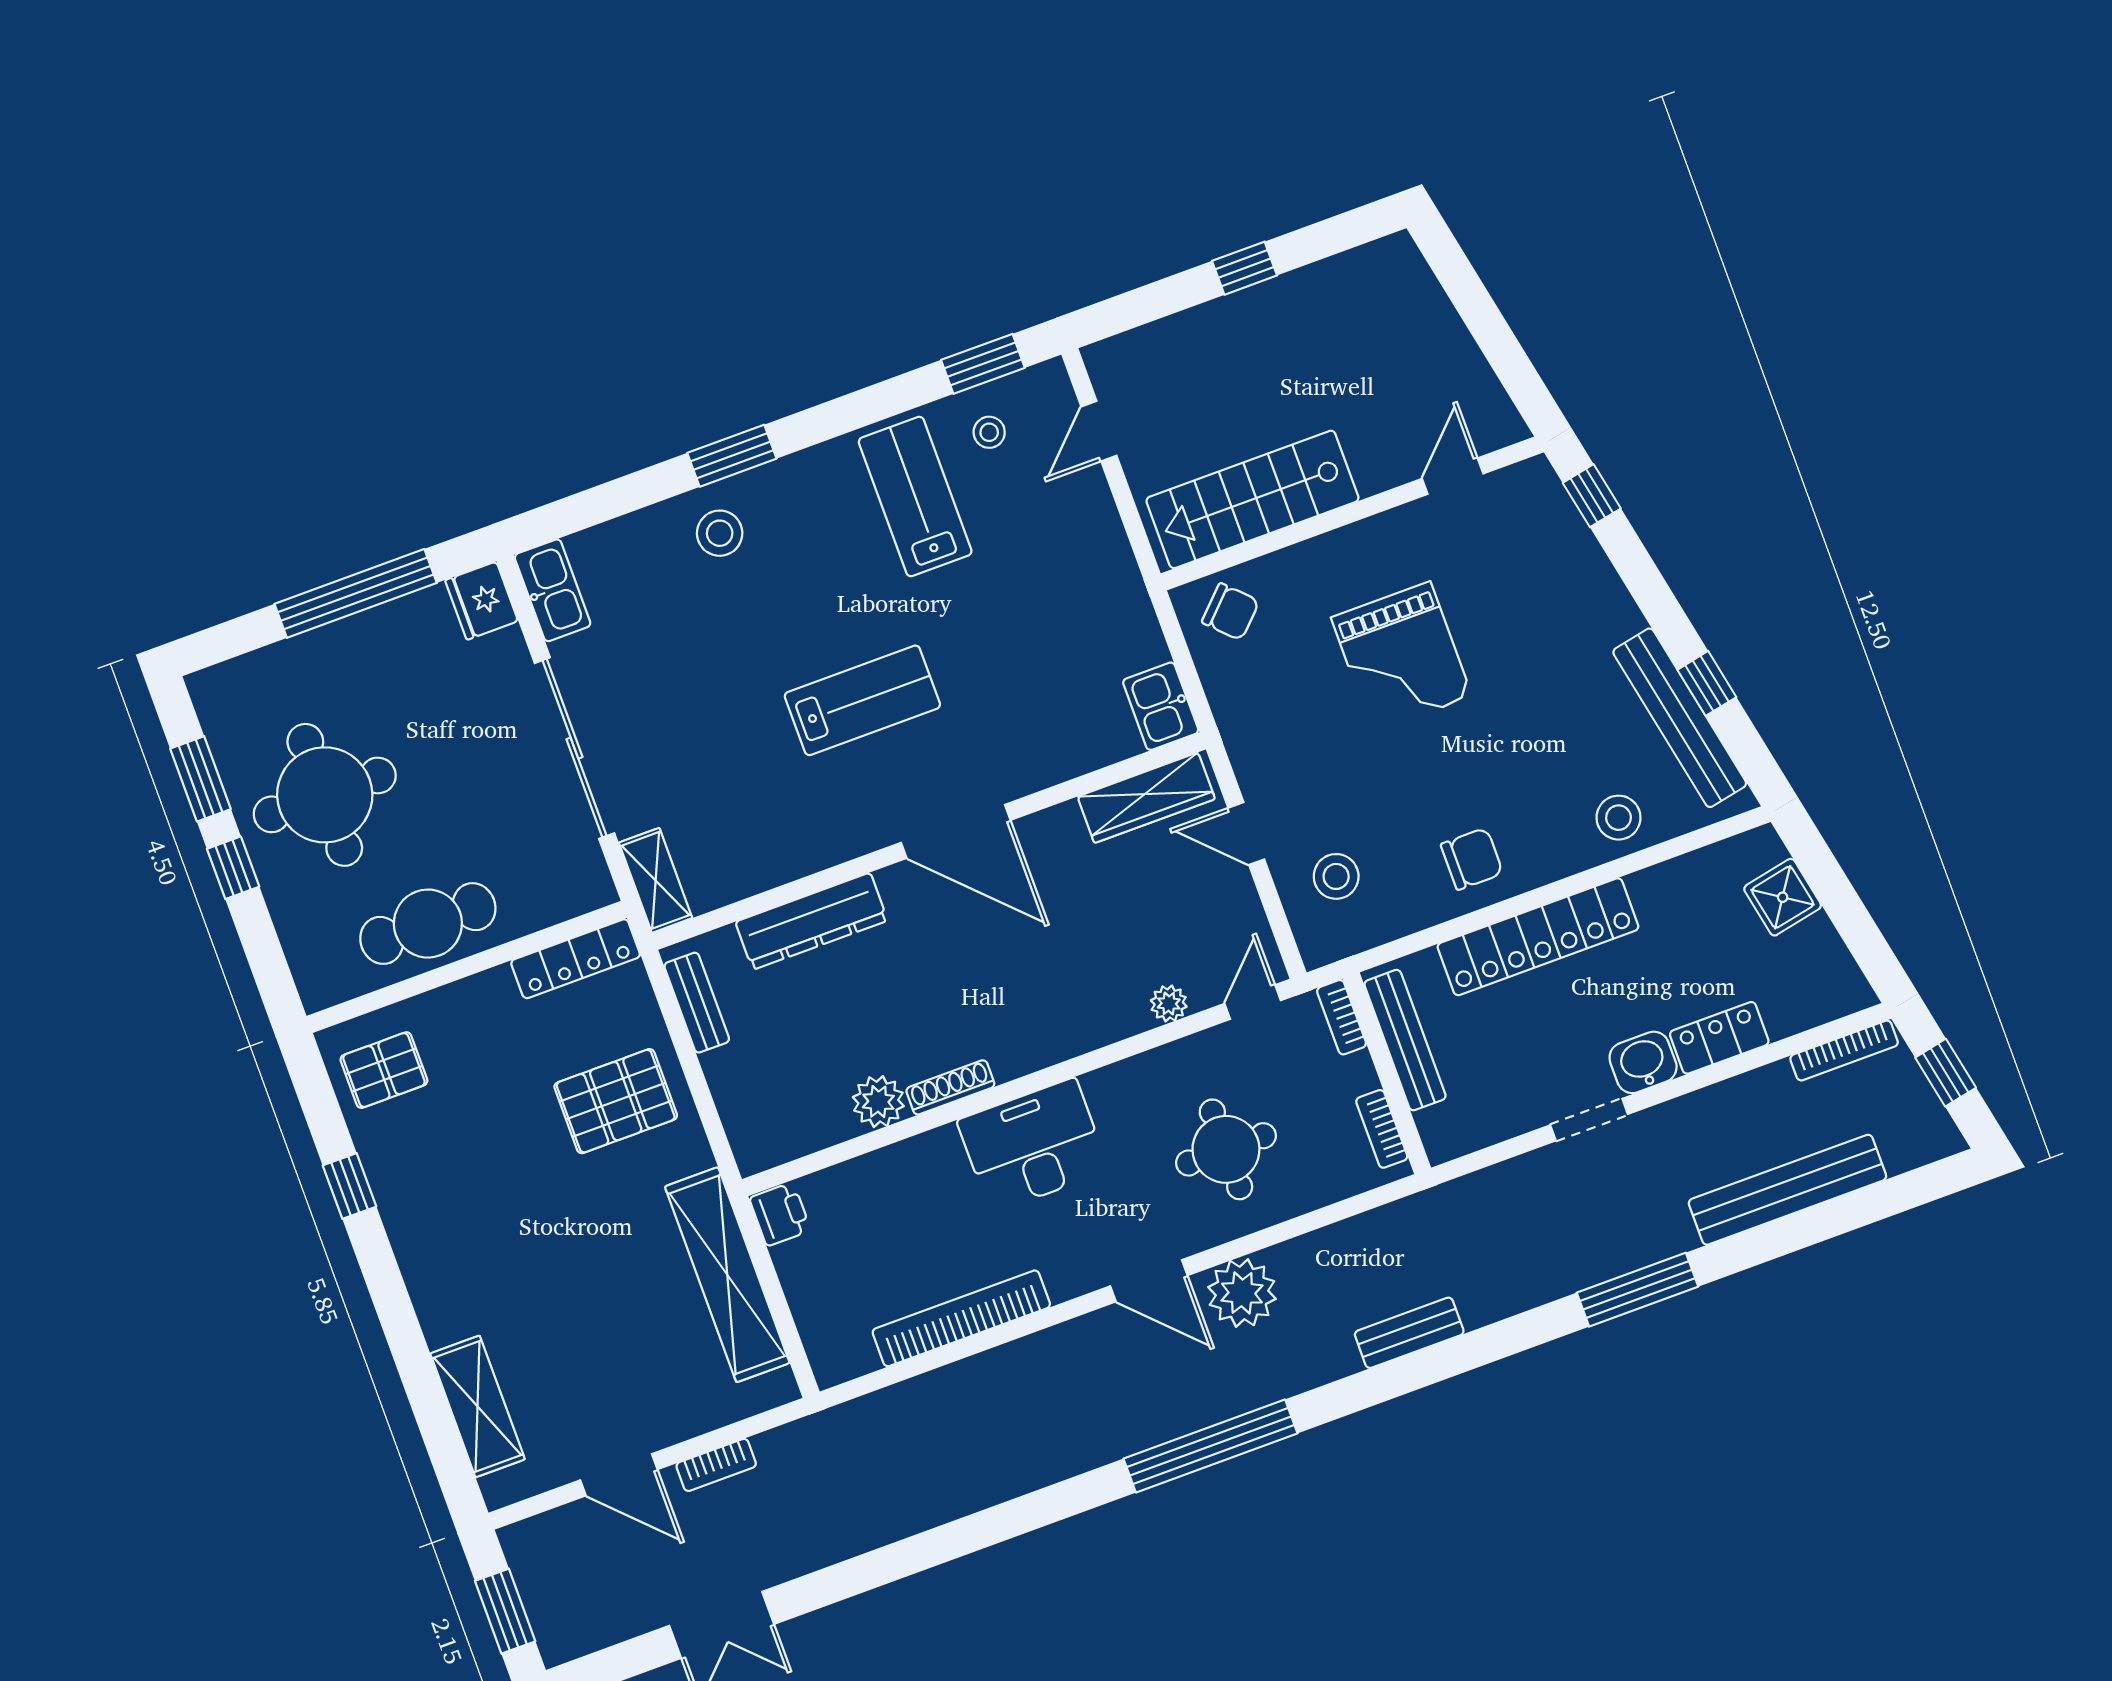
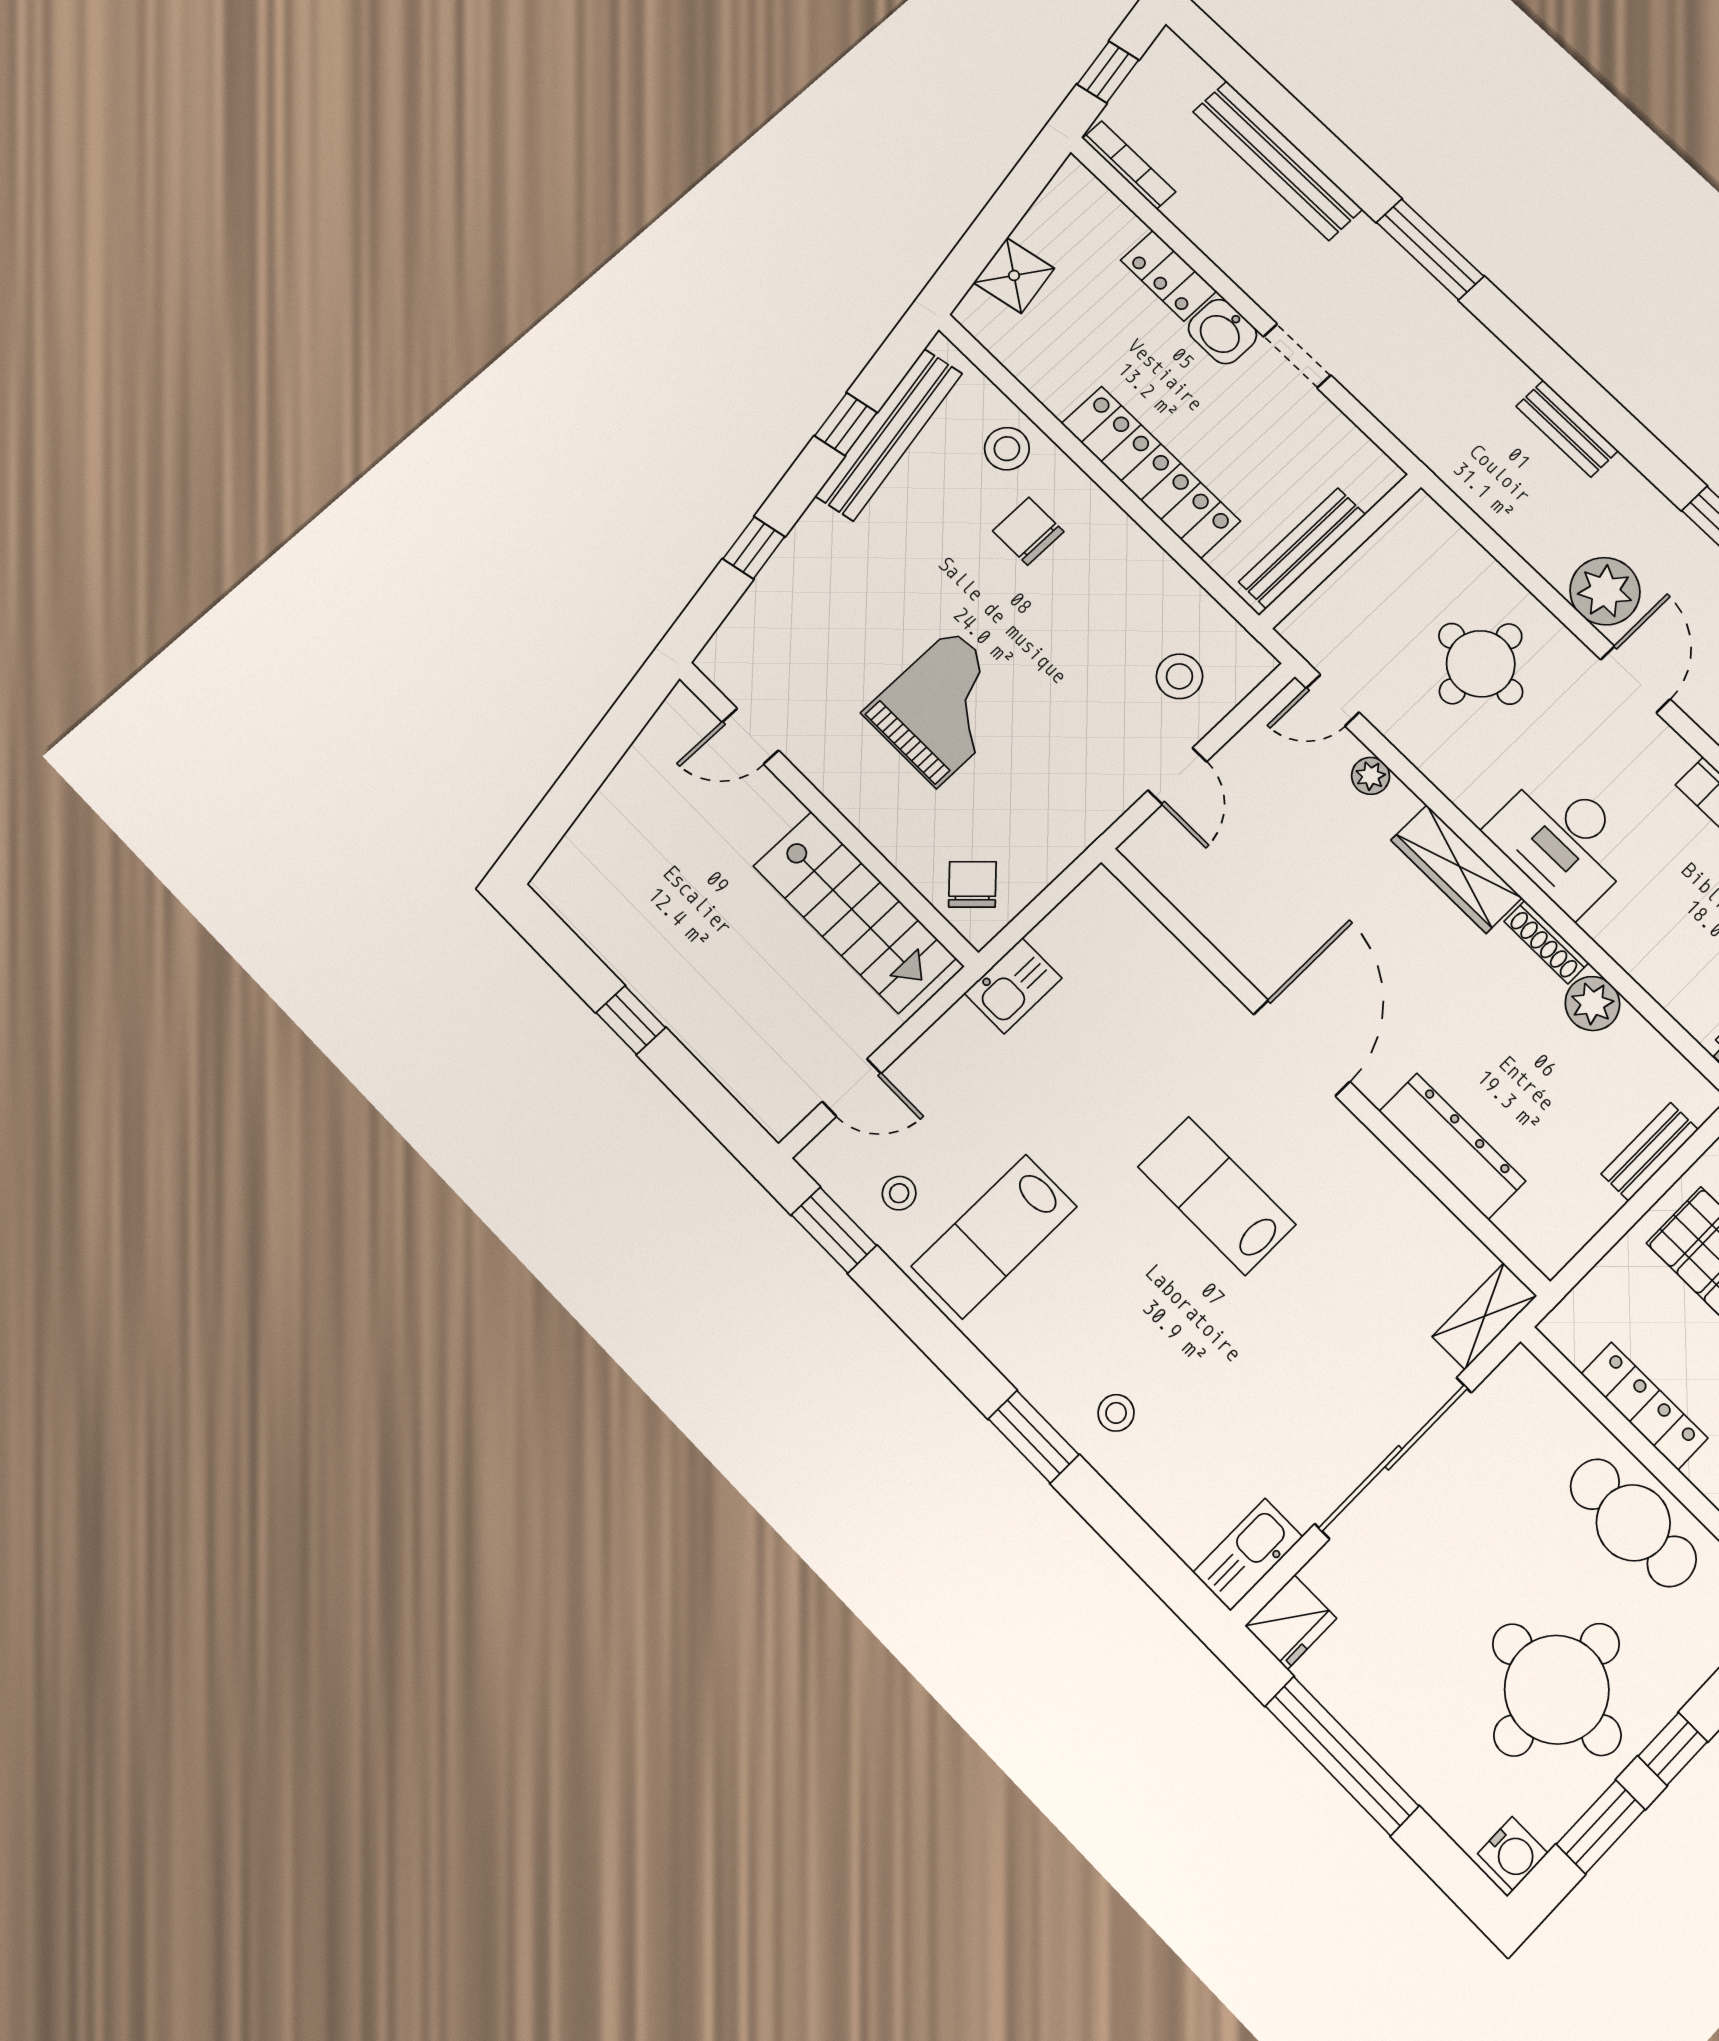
window: (1592, 496) -> (754, 548), moved
stool: (720, 533) -> (1116, 1413), width x0.73, depth x0.73
water cooler: (214, 697) -> (1513, 1853), added
kitchen sink: (1161, 706) -> (1013, 986), moved
wardrobe: (1146, 798) -> (1456, 869), moved, turned 180
chair: (1472, 859) -> (1028, 531), moved
locker: (576, 959) -> (1644, 1406), moved
bench: (697, 1003) -> (1650, 1152), moved
bookcase: (1342, 1017) -> (1308, 614), removed
bookcase: (1382, 1129) -> (1394, 533), removed

